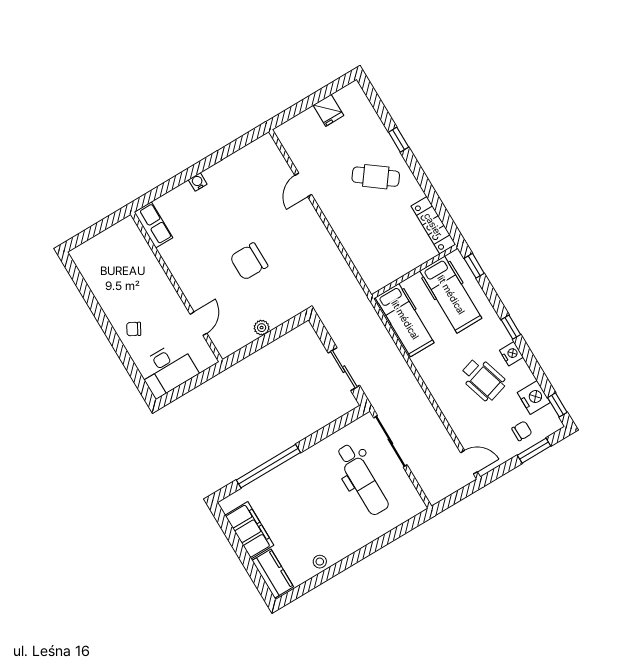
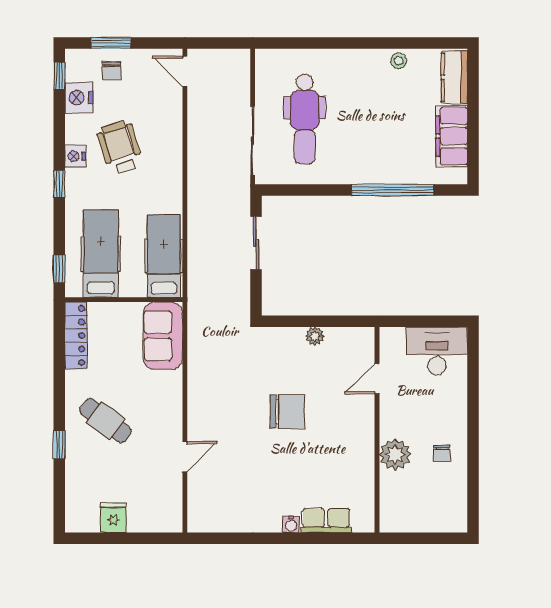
row of seats: (153, 225) -> (326, 521), moved, turned 90
sofa: (371, 262) -> (163, 336), added
plant: (153, 277) -> (395, 454), added
chair: (134, 329) -> (442, 453), moved, turned 61
chair: (522, 431) -> (112, 71), turned -90
dental chair: (362, 479) -> (305, 119), turned 180

